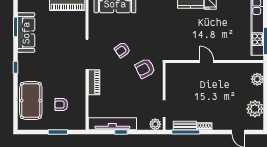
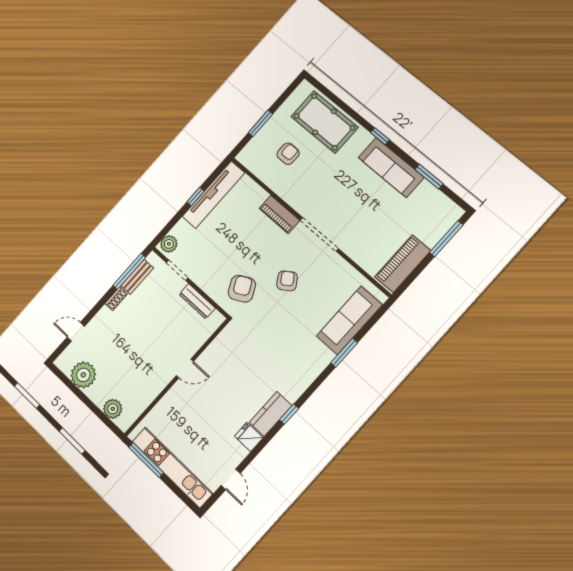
sofa: (26, 33) -> (391, 167), moved
dresser: (170, 85) -> (197, 301), added

